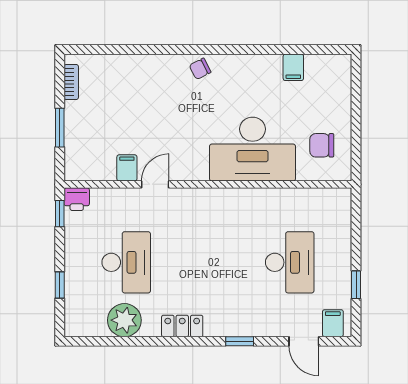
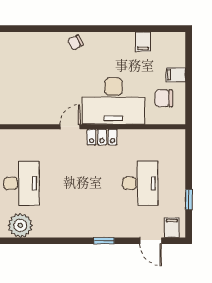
filing cabinet: (127, 168) -> (176, 75), moved, turned -90
door: (155, 184) -> (70, 127), moved
locker: (182, 326) -> (102, 137), moved, turned 180

